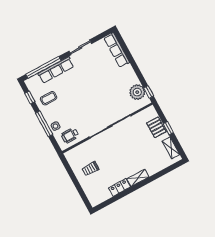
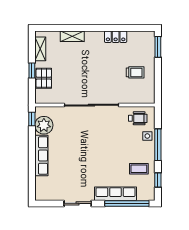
row of seats: (117, 50) -> (41, 155), moved
shelving: (138, 178) -> (72, 36), moved
window: (84, 197) -> (158, 47), added

